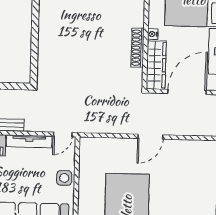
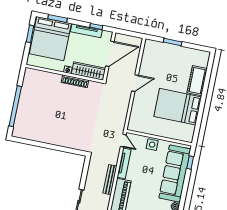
door: (187, 92) -> (110, 54), swing flipped
door: (150, 137) -> (135, 83), hinge flipped

